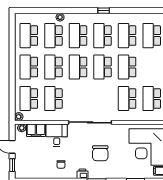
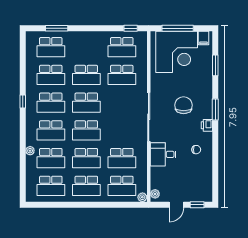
filing cabinet: (36, 130) -> (158, 178), removed
chair: (100, 153) -> (184, 105), turned -90

